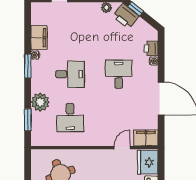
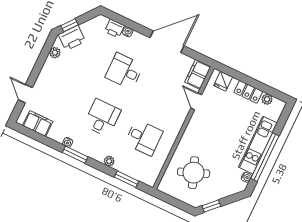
filing cabinet: (39, 38) -> (38, 124), moved
plant: (40, 102) -> (109, 161), width x0.53, depth x0.53
fridge: (148, 162) -> (223, 81), width x0.53, depth x0.75

